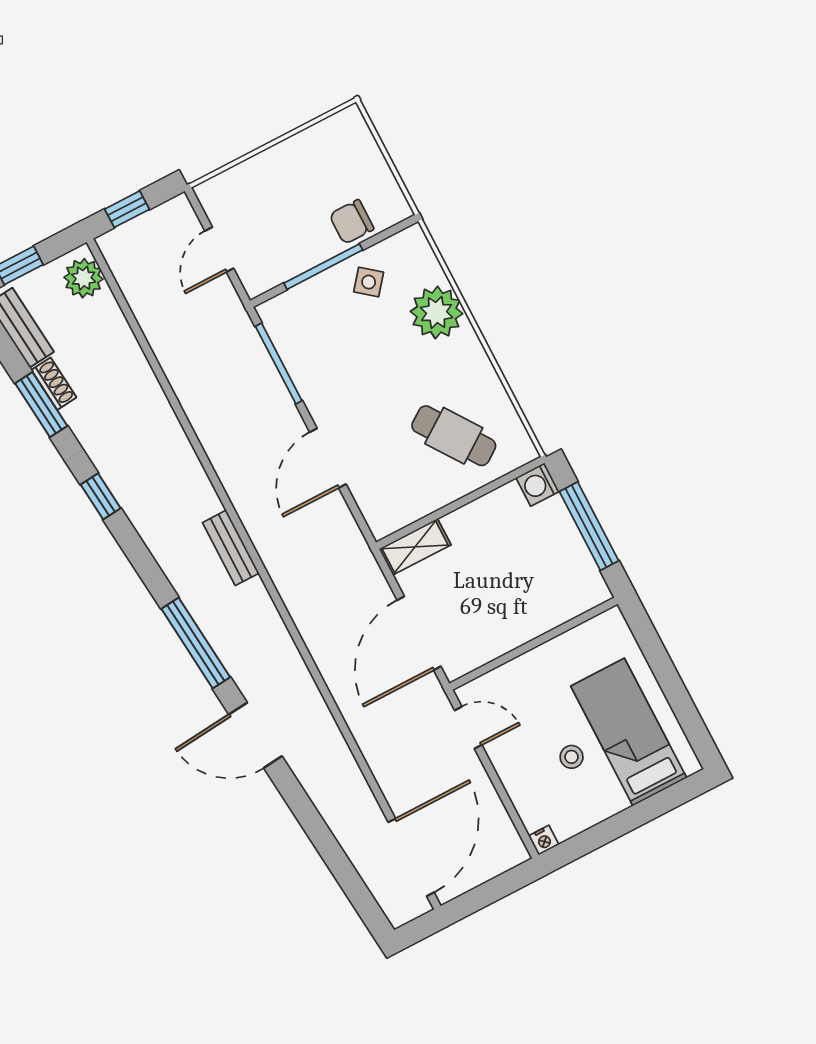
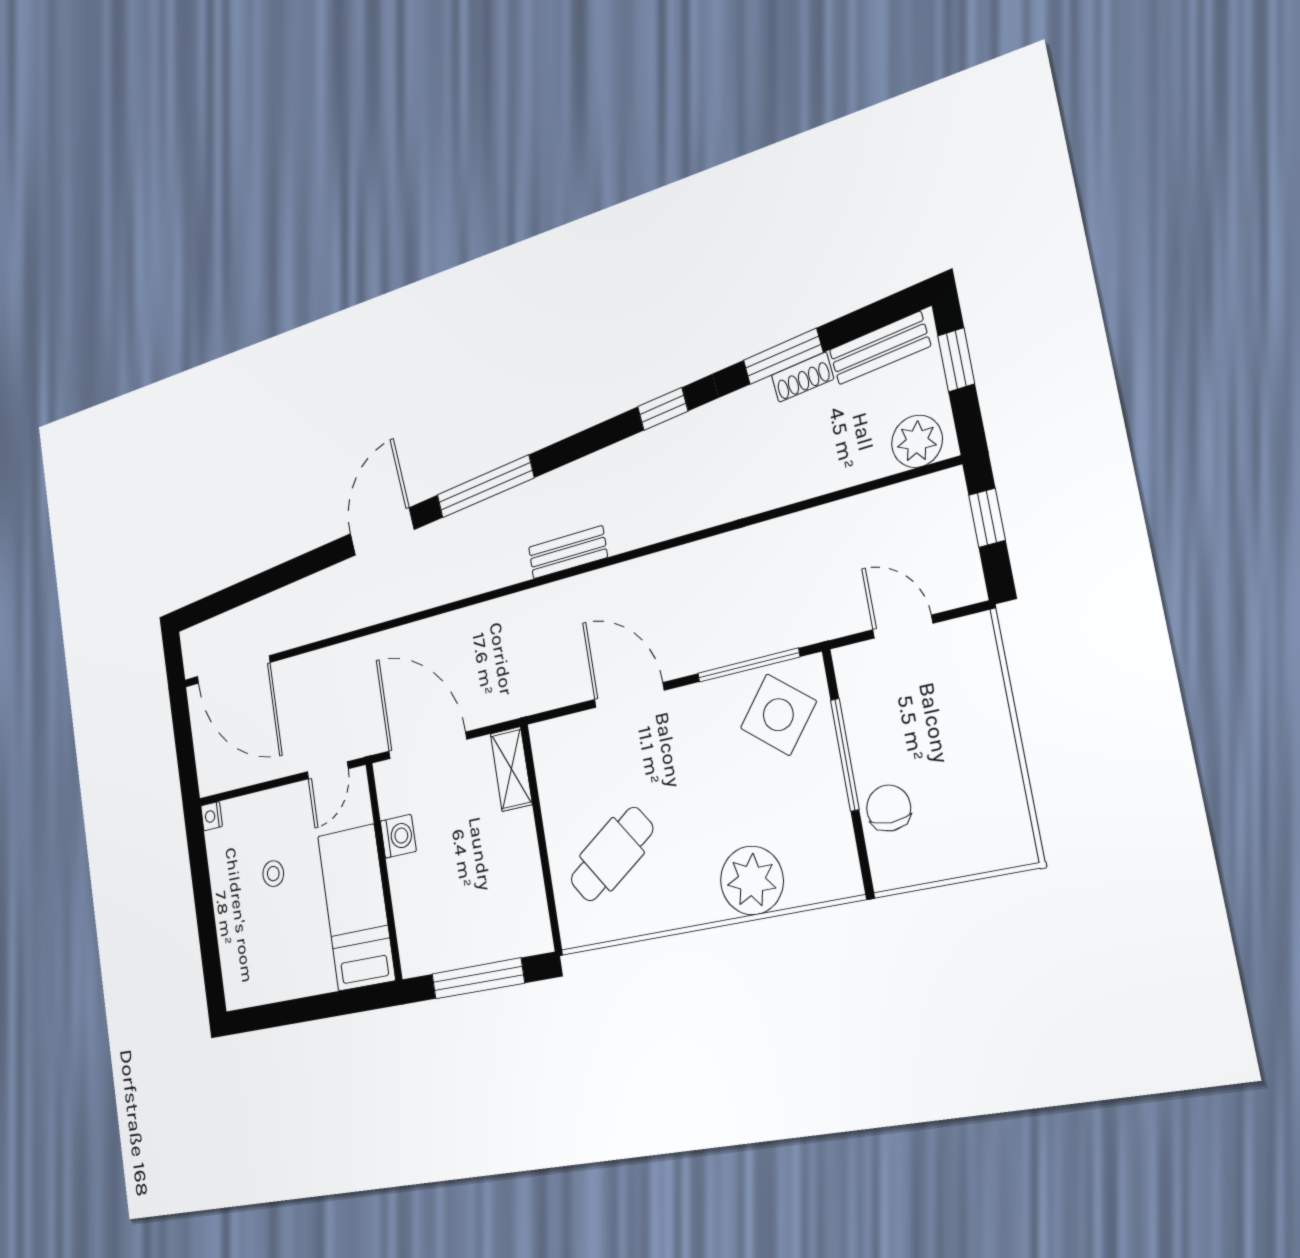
side table: (369, 282) -> (778, 715), moved, width x1.87, depth x1.87
washing machine: (538, 485) -> (398, 836), moved, turned 90
bed: (629, 732) -> (356, 907), moved, turned -90

